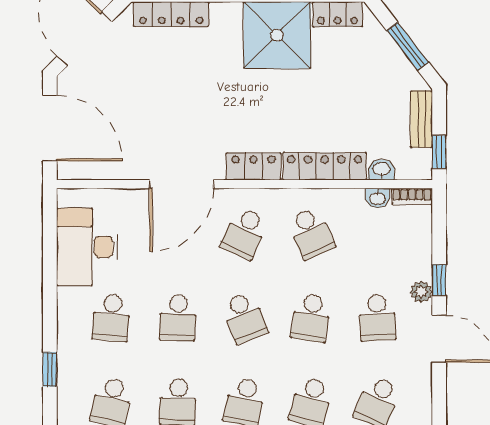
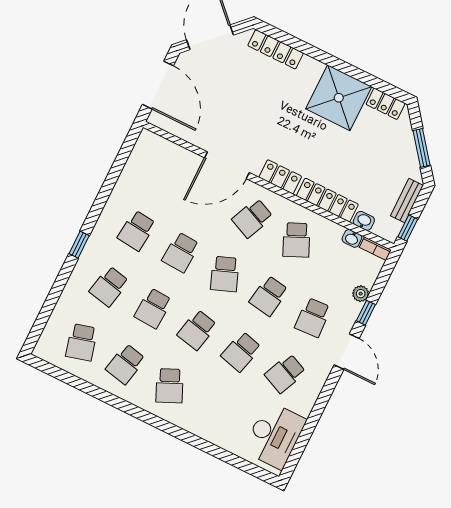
desk: (87, 247) -> (144, 176), removed
plant: (421, 292) -> (361, 294), moved

